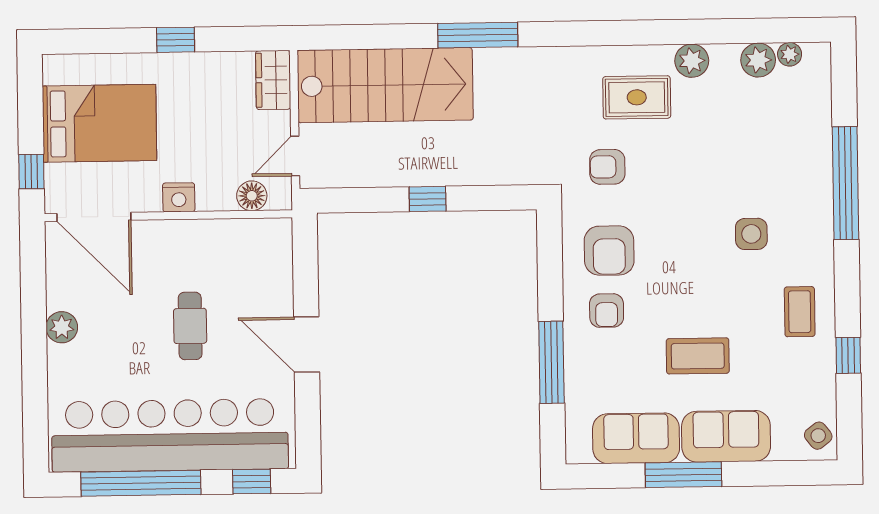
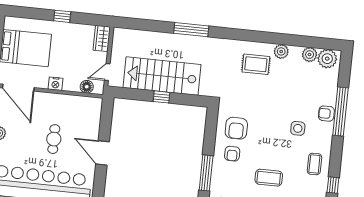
plant: (790, 54) -> (327, 59), width x1.88, depth x1.88
stairs: (385, 85) -> (162, 76), moved, turned 180
armchair: (607, 167) -> (326, 114), moved

